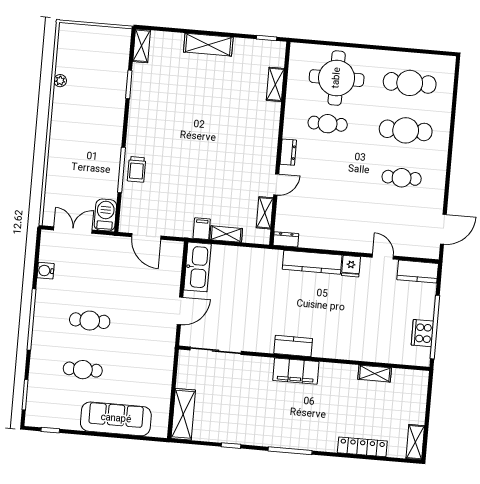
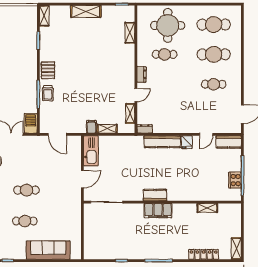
pallet: (140, 133) -> (48, 70), added
door: (383, 257) -> (206, 134), swing flipped
shelving: (183, 414) -> (90, 244), removed

